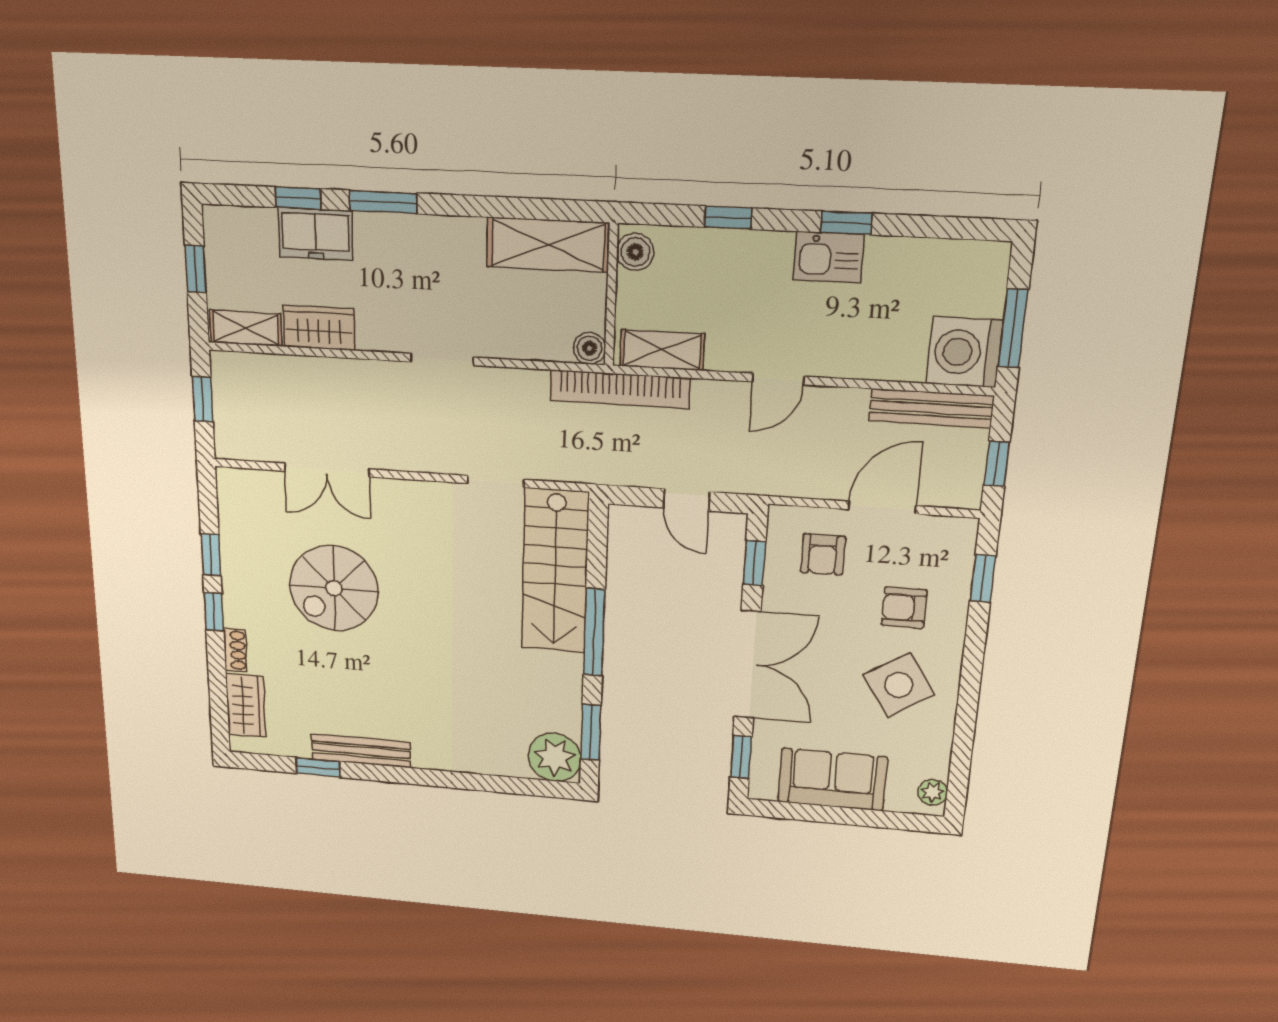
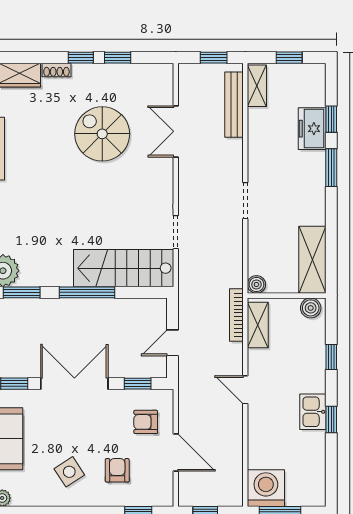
wardrobe: (319, 328) -> (259, 129), removed
bookcase: (620, 389) -> (236, 315), width x0.68, depth x0.76
bench: (931, 408) -> (234, 105), moved
double door: (747, 665) -> (74, 384), swing flipped
side table: (899, 685) -> (69, 472), width x0.73, depth x0.73

